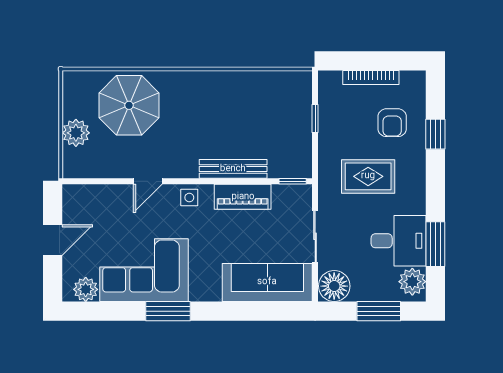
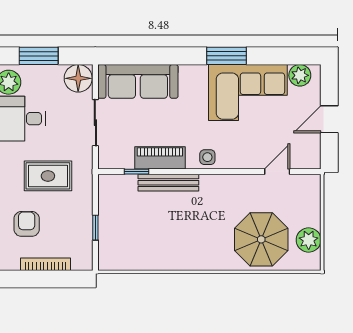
plant: (76, 133) -> (309, 240), moved
door: (148, 181) -> (277, 172), moved
window: (293, 181) -> (137, 172), moved

